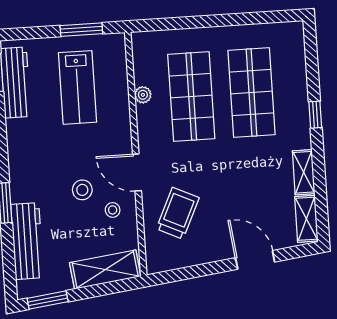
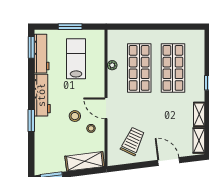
window: (81, 30) -> (70, 27), moved
lab bench: (78, 87) -> (76, 59), turned 180
trolley: (178, 213) -> (133, 141), moved
workbench: (27, 241) -> (42, 95), moved

